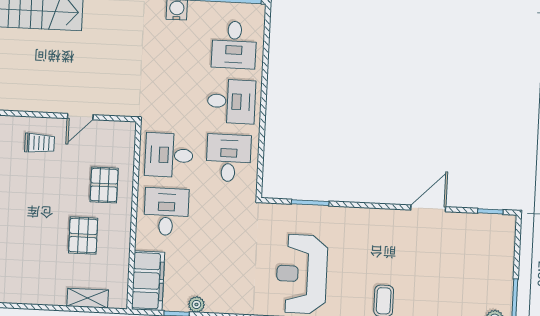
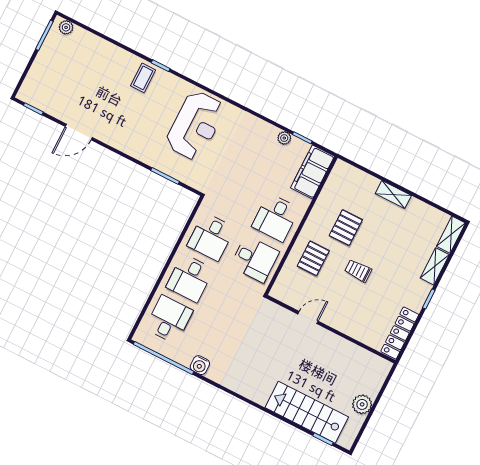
desk: (231, 101) -> (190, 278), turned -90
trolley: (40, 143) -> (358, 271), moved
shelving: (88, 298) -> (393, 195), moved

